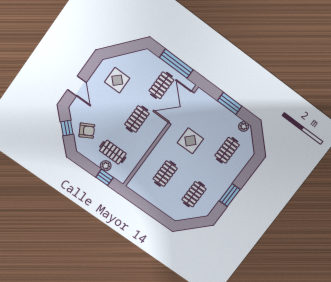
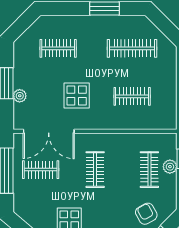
clothes rail: (137, 119) -> (95, 170), turned 90
plant: (244, 126) -> (20, 96), moved
clothes rail: (194, 194) -> (132, 48), width x1.36

